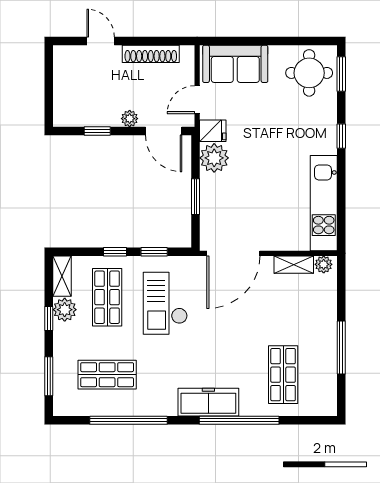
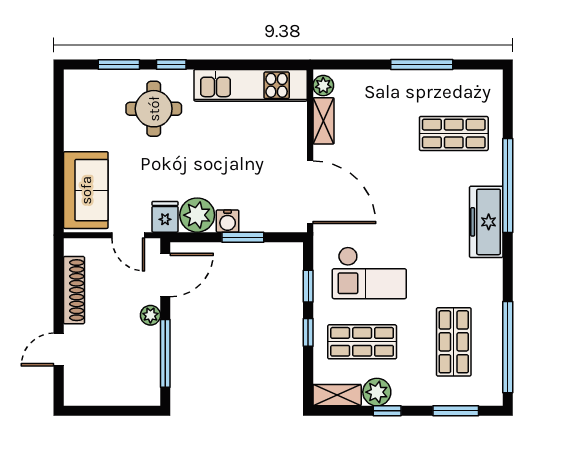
round table: (309, 73) -> (154, 109), moved
window: (341, 74) -> (119, 64), moved
window: (97, 131) -> (165, 353), width x2.17
water cooler: (209, 184) -> (228, 221), added
window: (129, 420) -> (508, 347), moved

